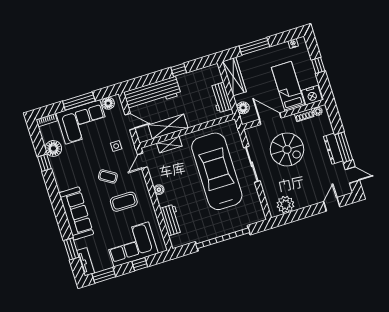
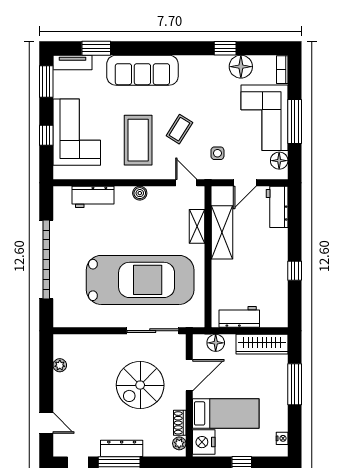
workbench: (152, 94) -> (277, 207), width x0.53, depth x0.76
sliding door: (252, 164) -> (153, 331), moved
coffee table: (124, 202) -> (138, 140), width x1.36, depth x1.32
plant: (285, 205) -> (60, 365), width x0.53, depth x0.53

